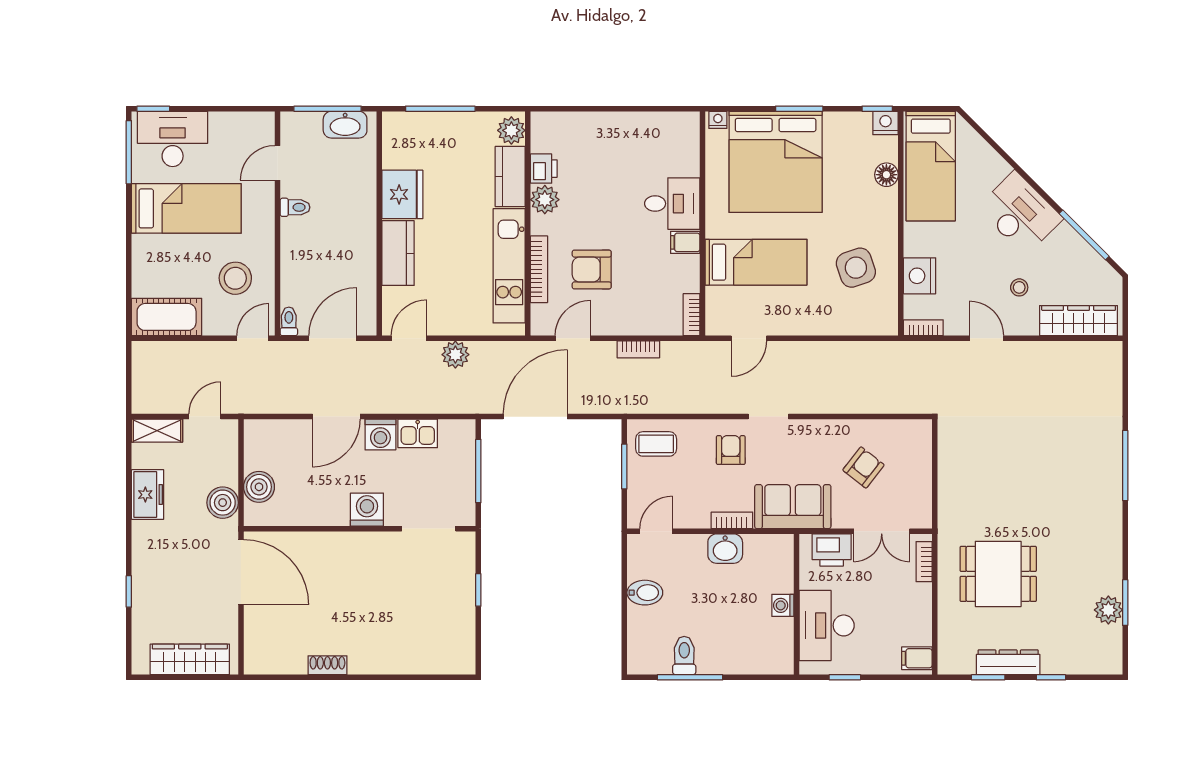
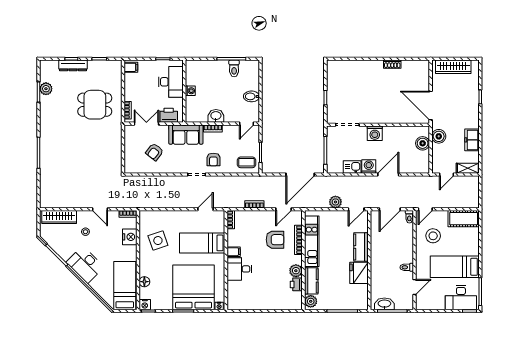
dresser: (1008, 662) -> (73, 65), moved

